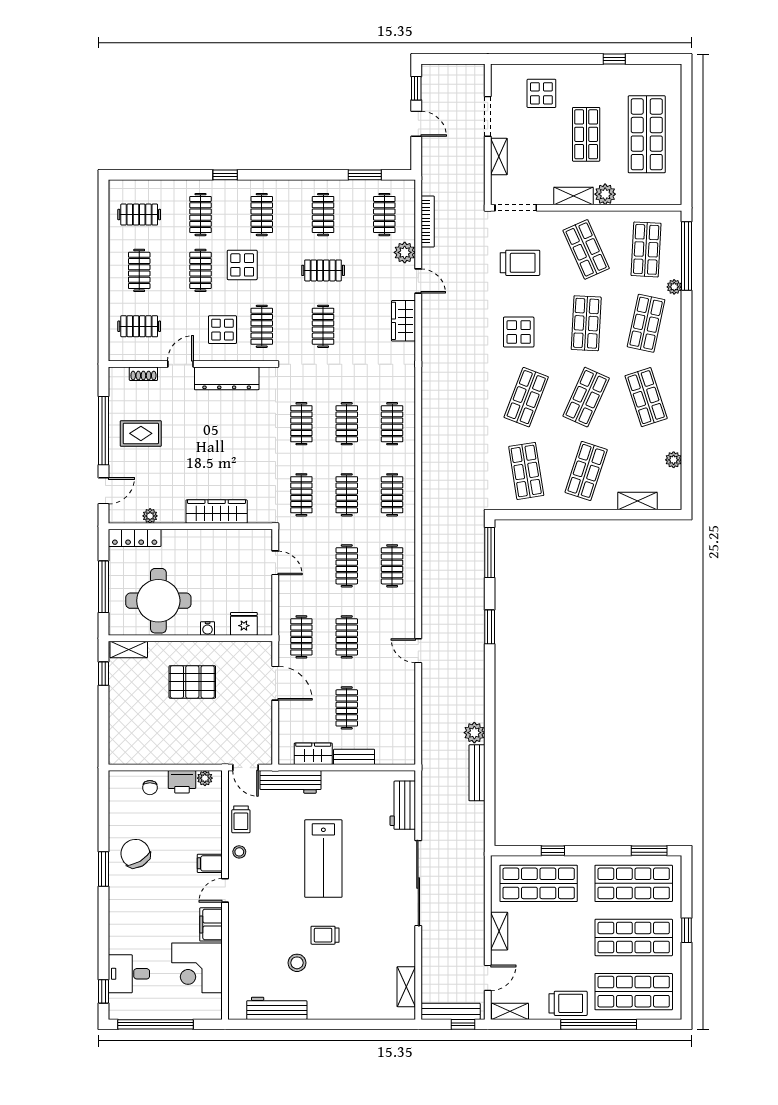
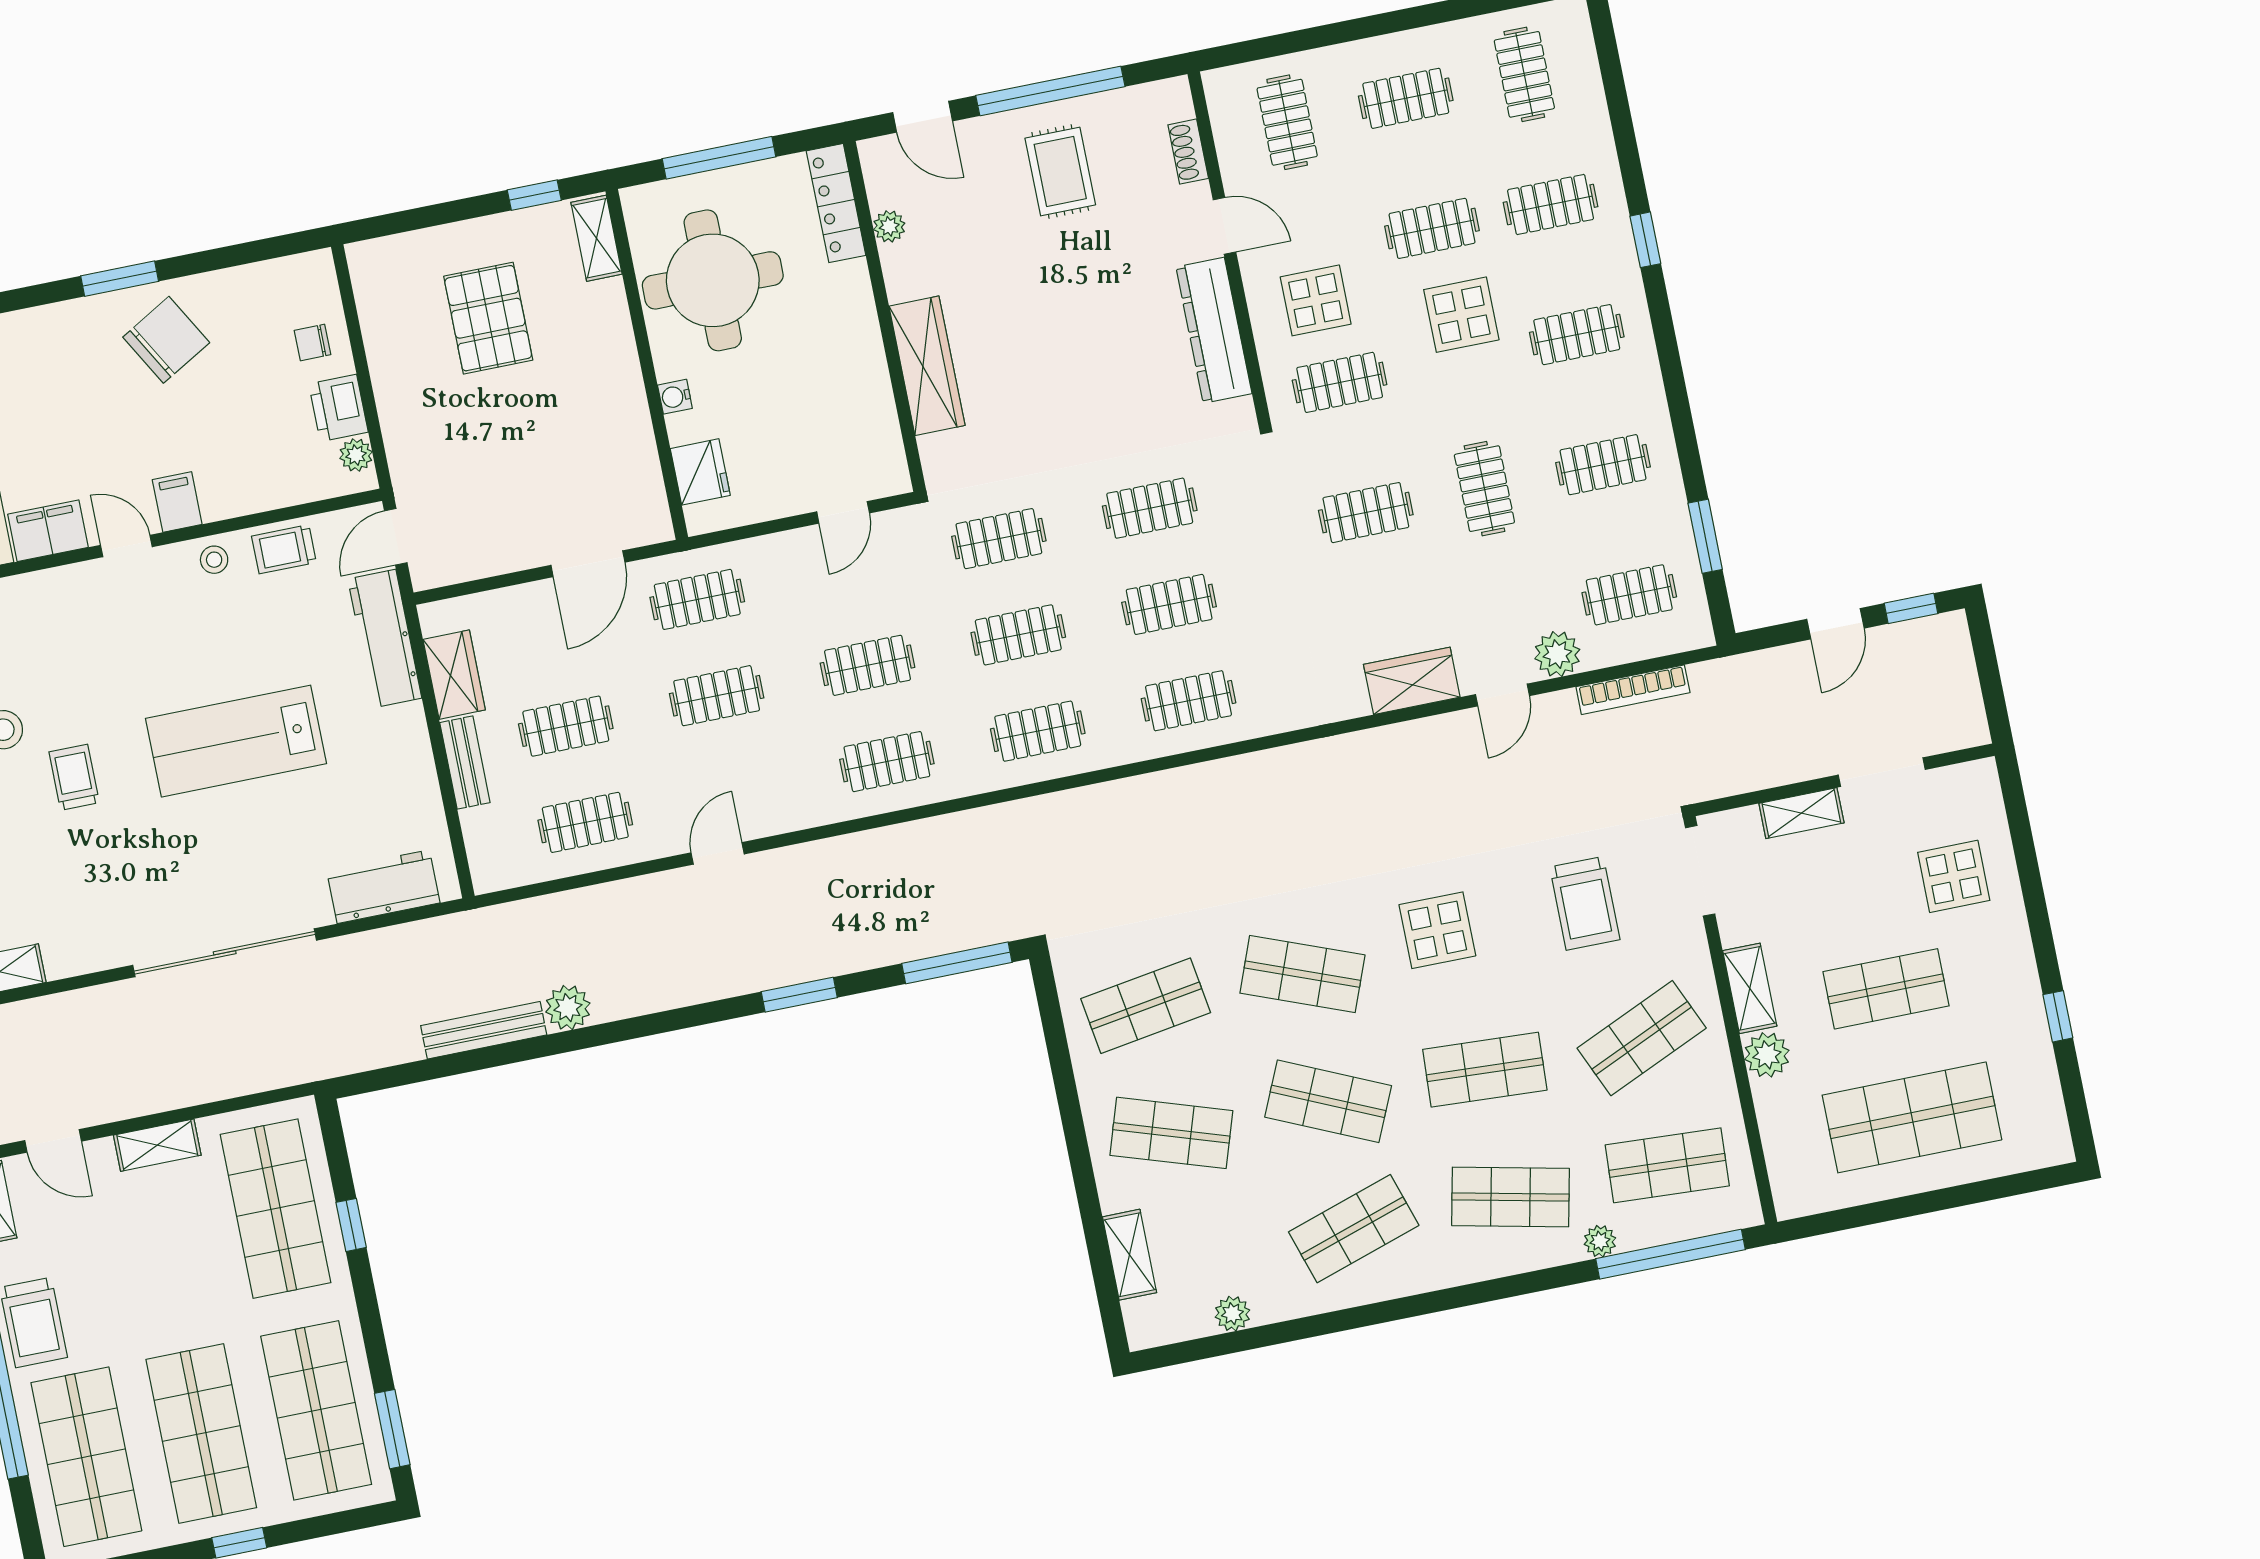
pallet: (192, 682) -> (488, 318), moved
clothes rail: (392, 708) -> (585, 822), added

